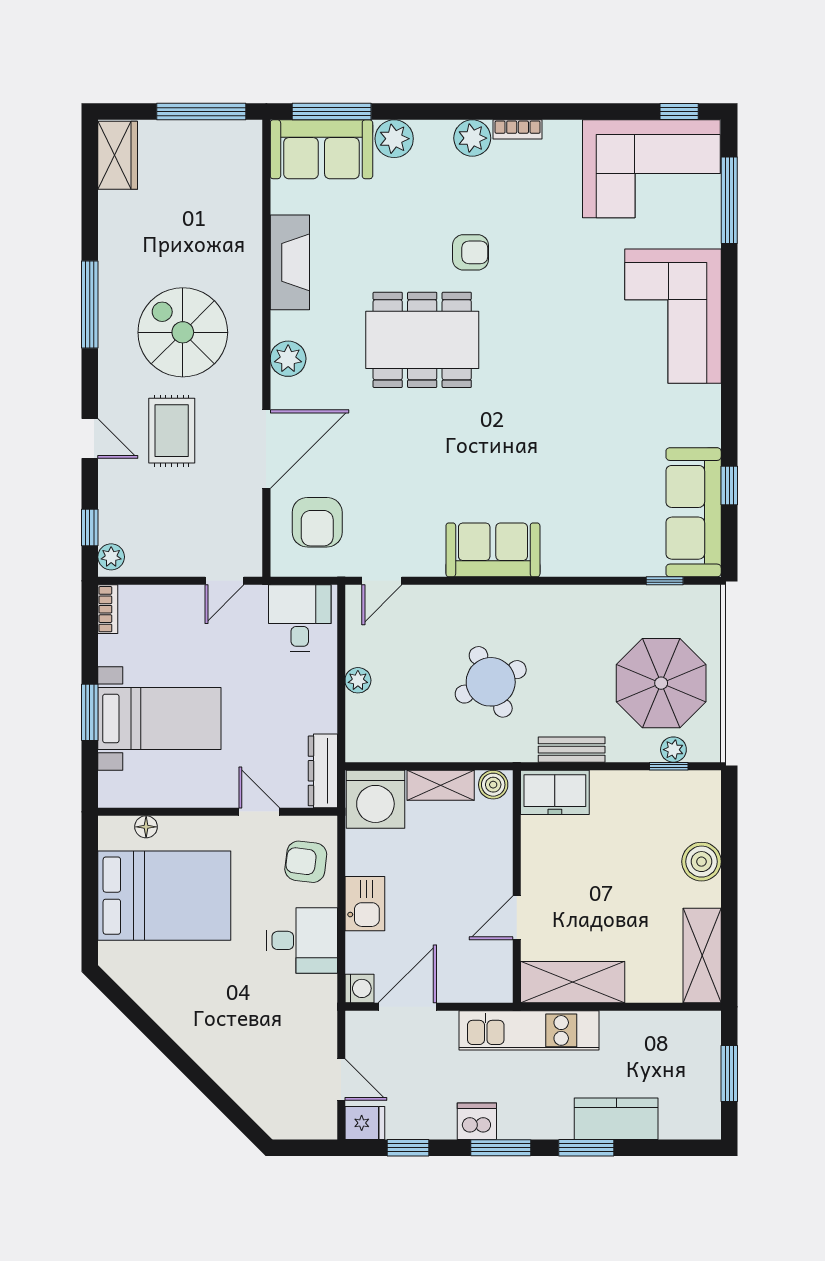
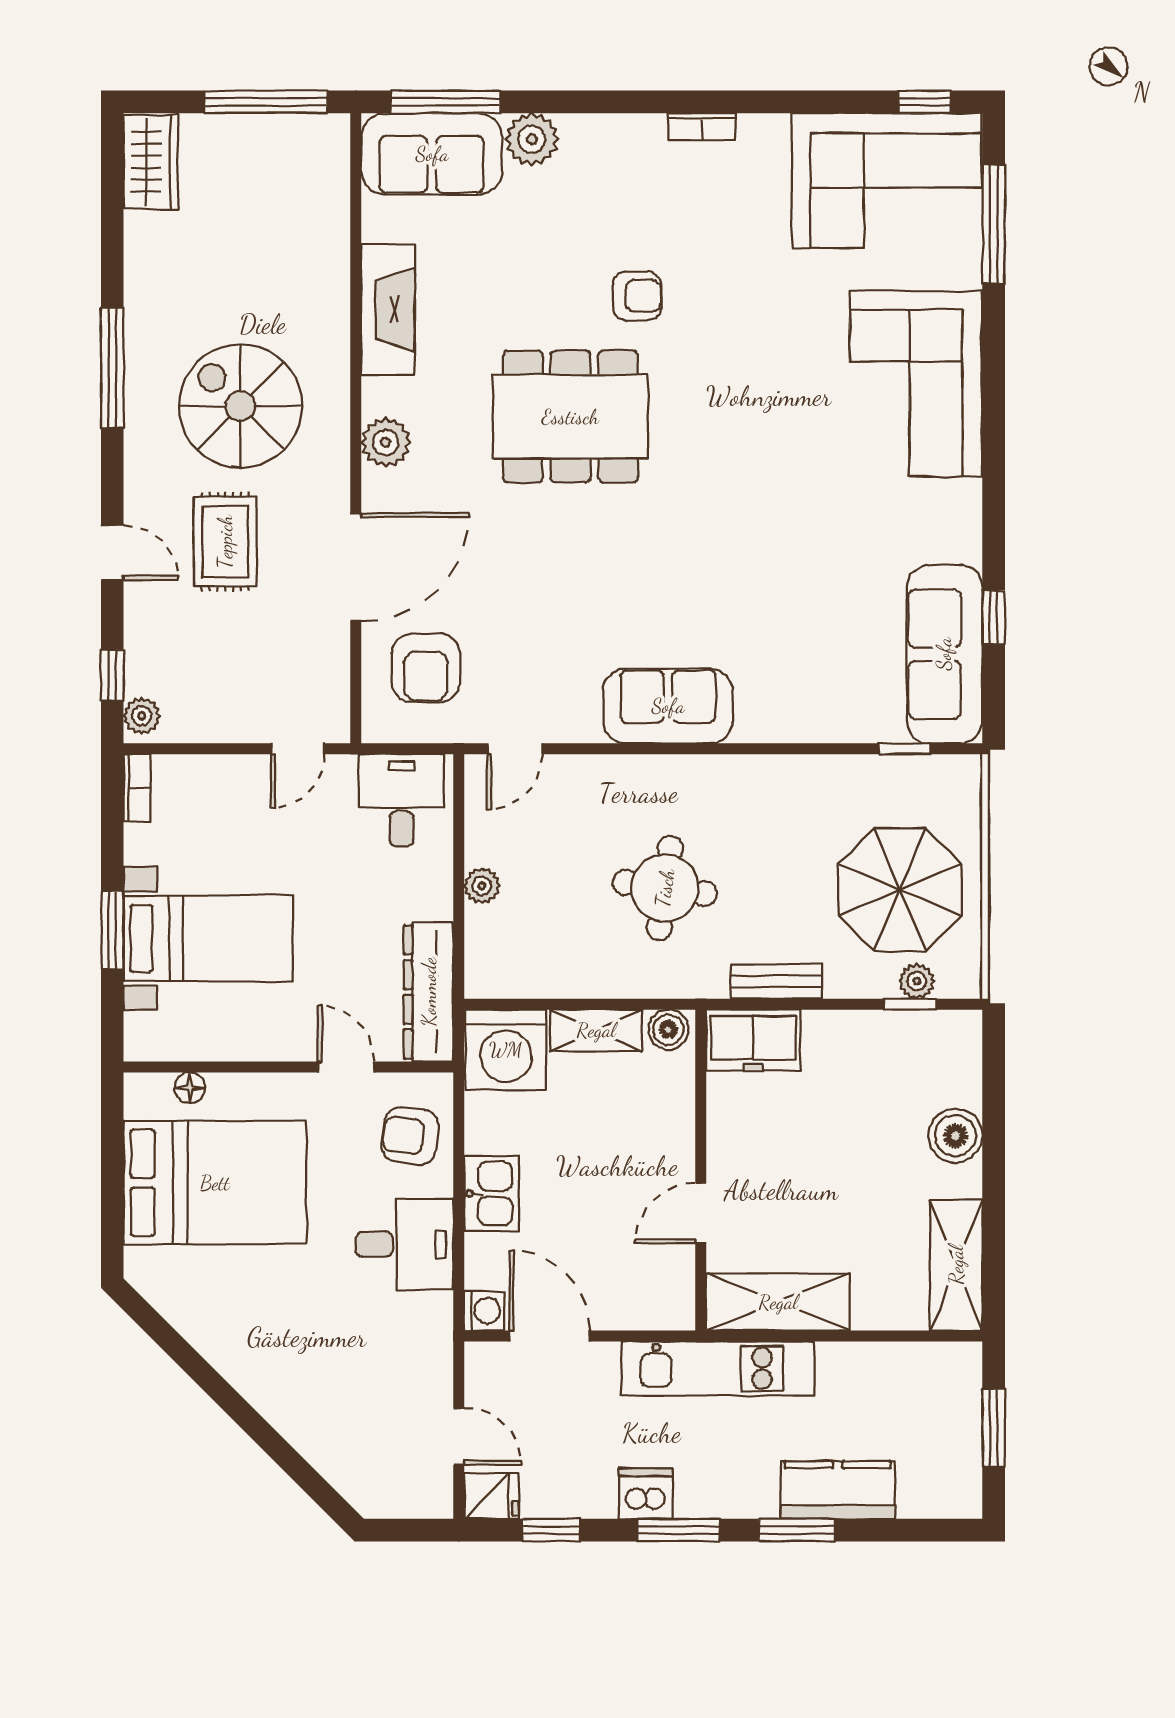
plant: (472, 138) -> (640, 138), removed
round table: (491, 682) -> (665, 888), turned 33
dresser: (323, 771) -> (429, 992), width x1.37, depth x1.24
door: (407, 1007) -> (550, 1336), hinge flipped

